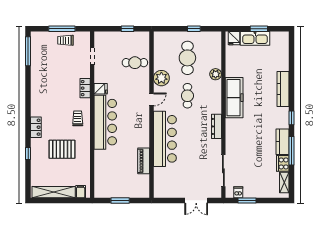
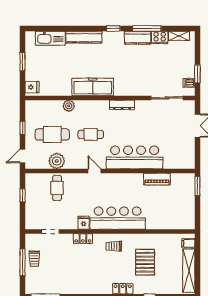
door: (166, 29) -> (23, 156), added
kitchen sink: (255, 38) -> (50, 38), moved, turned 90
plant: (161, 78) -> (57, 161), moved
window: (120, 201) -> (197, 186), moved

